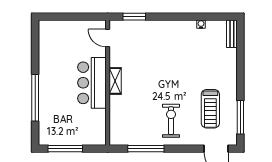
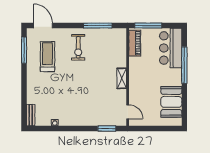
booth: (52, 51) -> (171, 102), added
bar counter: (92, 83) -> (171, 48), moved, turned 180
piano: (99, 126) -> (135, 43), added
window: (65, 149) -> (148, 26), moved

